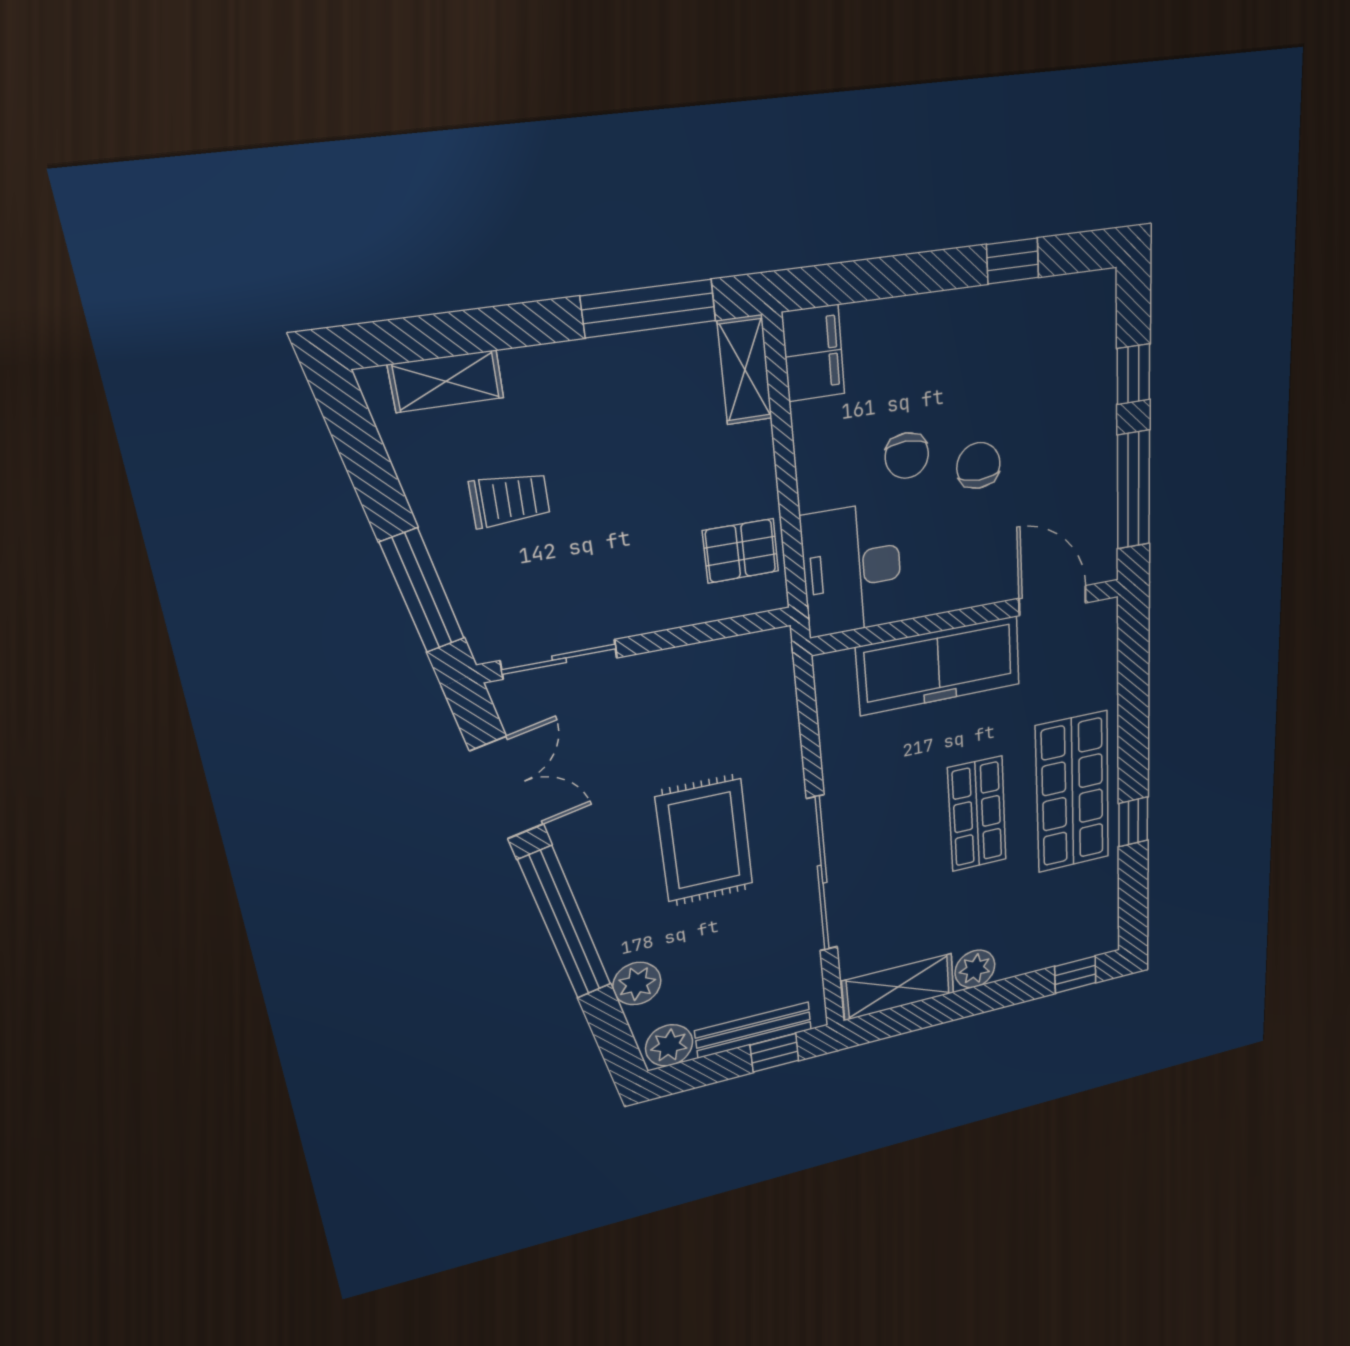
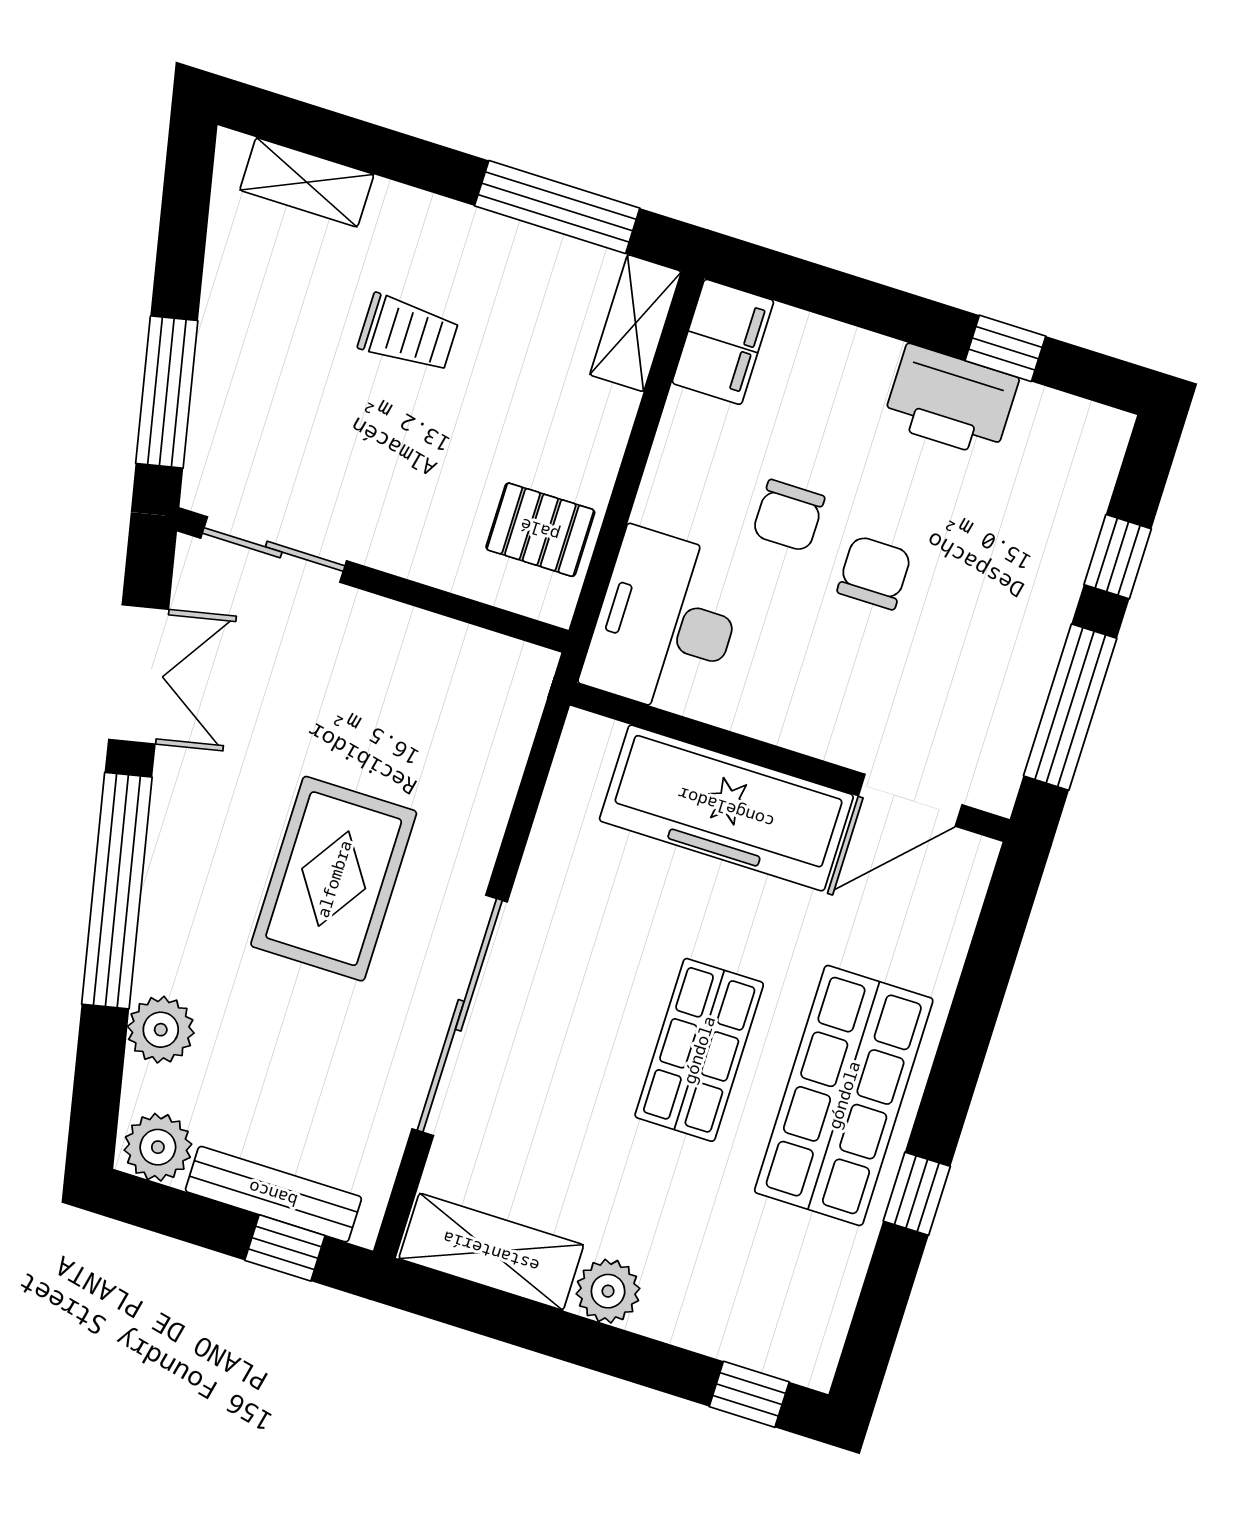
printer: (988, 319) -> (951, 401), added
trolley: (510, 500) -> (408, 333), moved
door: (1053, 601) -> (910, 800), swing flipped

